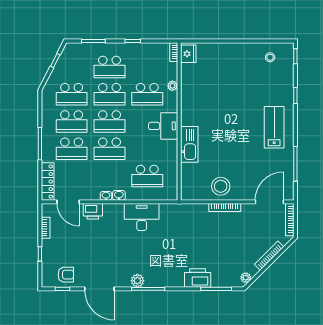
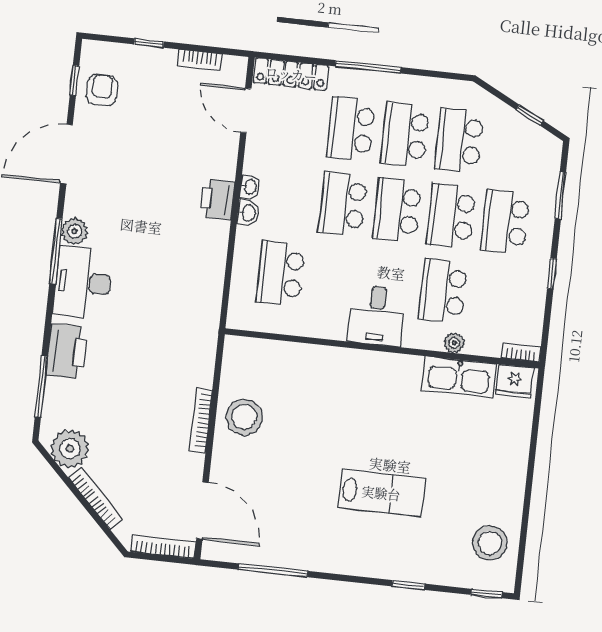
stool: (270, 57) -> (490, 543), width x1.89, depth x1.89
lab bench: (274, 127) -> (381, 493), moved
kitchen sink: (189, 144) -> (459, 377), moved
door: (68, 202) -> (246, 110), hinge flipped
printer: (93, 211) -> (217, 199), moved
desk: (142, 217) -> (83, 282), moved, turned 180
armchair: (66, 275) -> (102, 90), turned 180
plant: (246, 278) -> (70, 449), width x1.88, depth x1.88

